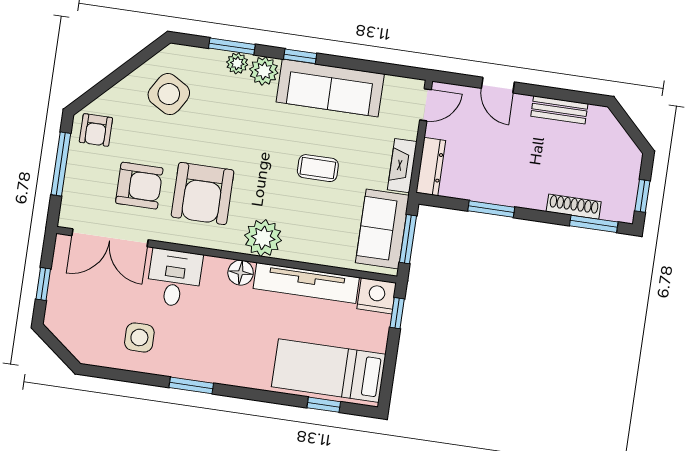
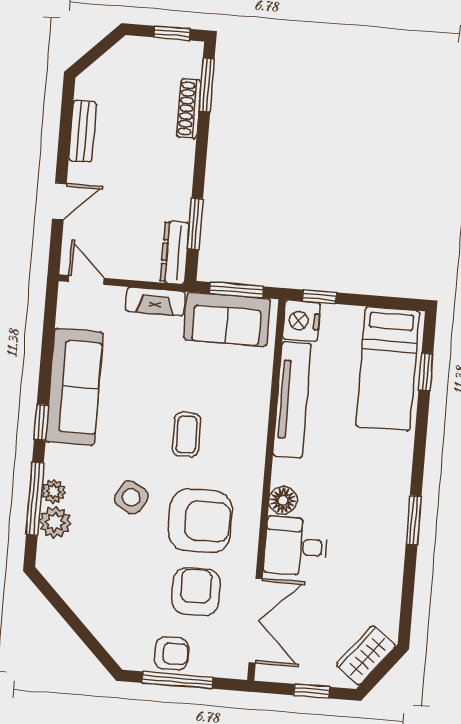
window: (232, 46) -> (35, 499), width x1.44
plant: (264, 71) -> (55, 522), moved
side table: (169, 94) -> (131, 497), moved, width x0.73, depth x0.73
armchair: (96, 130) -> (172, 654), moved
dresser: (431, 167) -> (175, 253), moved, turned -90
coffee table: (318, 168) -> (186, 435), moved
window: (491, 209) -> (195, 224), moved
plant: (263, 238) -> (245, 451), removed
floor lamp: (241, 273) -> (283, 500), moved
wardrobe: (72, 335) -> (366, 655), added
side table: (139, 337) -> (364, 581), removed

